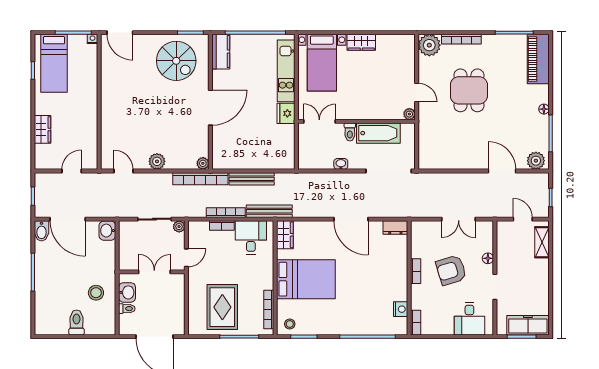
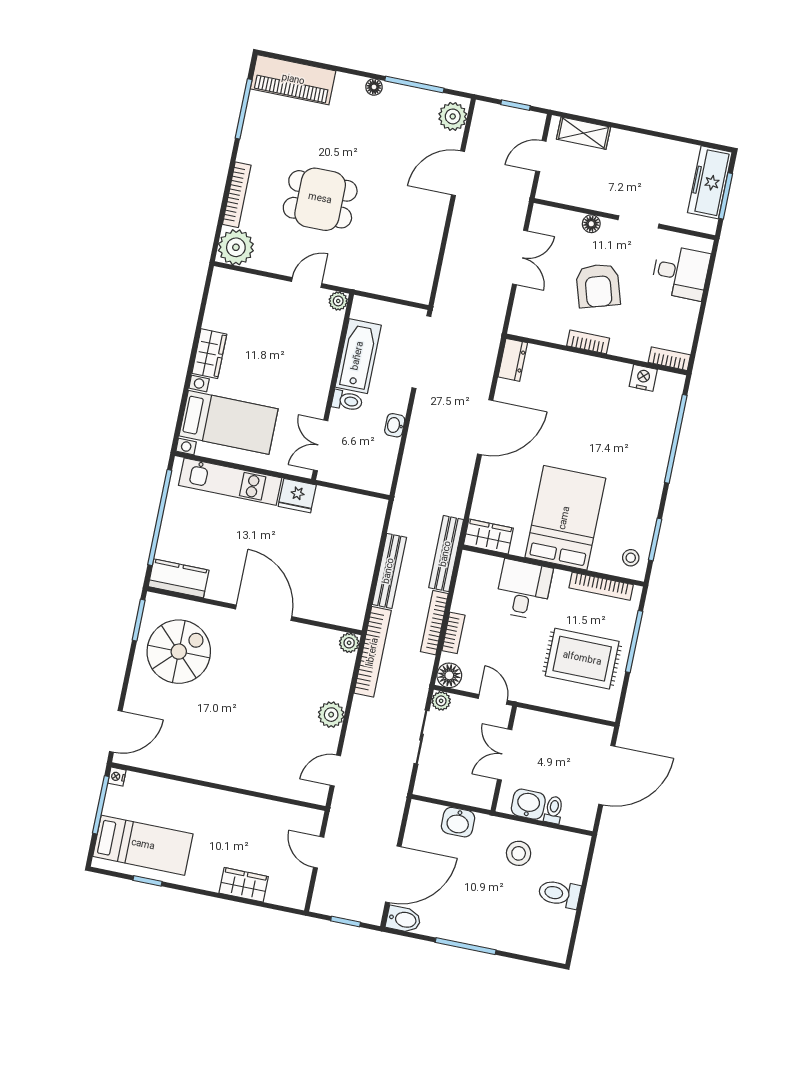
floor lamp: (196, 228) -> (449, 675), added
washbasin: (107, 231) -> (458, 822), moved
desk: (251, 237) -> (524, 590), moved, turned 90

